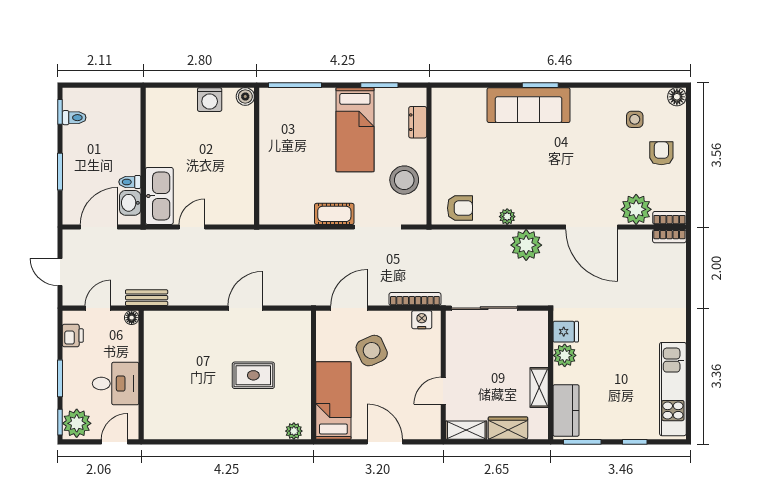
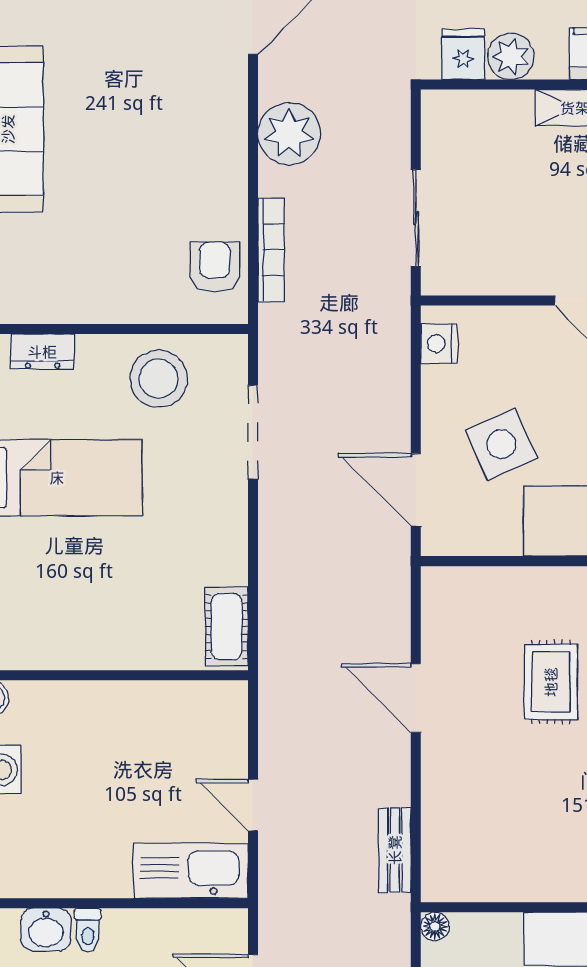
toilet: (130, 182) -> (88, 930), moved
washbasin: (130, 203) -> (46, 929), moved
cot: (334, 214) -> (227, 627), moved
plant: (507, 217) -> (232, 172), removed
bench: (147, 298) -> (395, 850), moved
bookcase: (415, 299) -> (271, 250), moved, turned 180
sliding door: (484, 308) -> (416, 218), width x0.73

